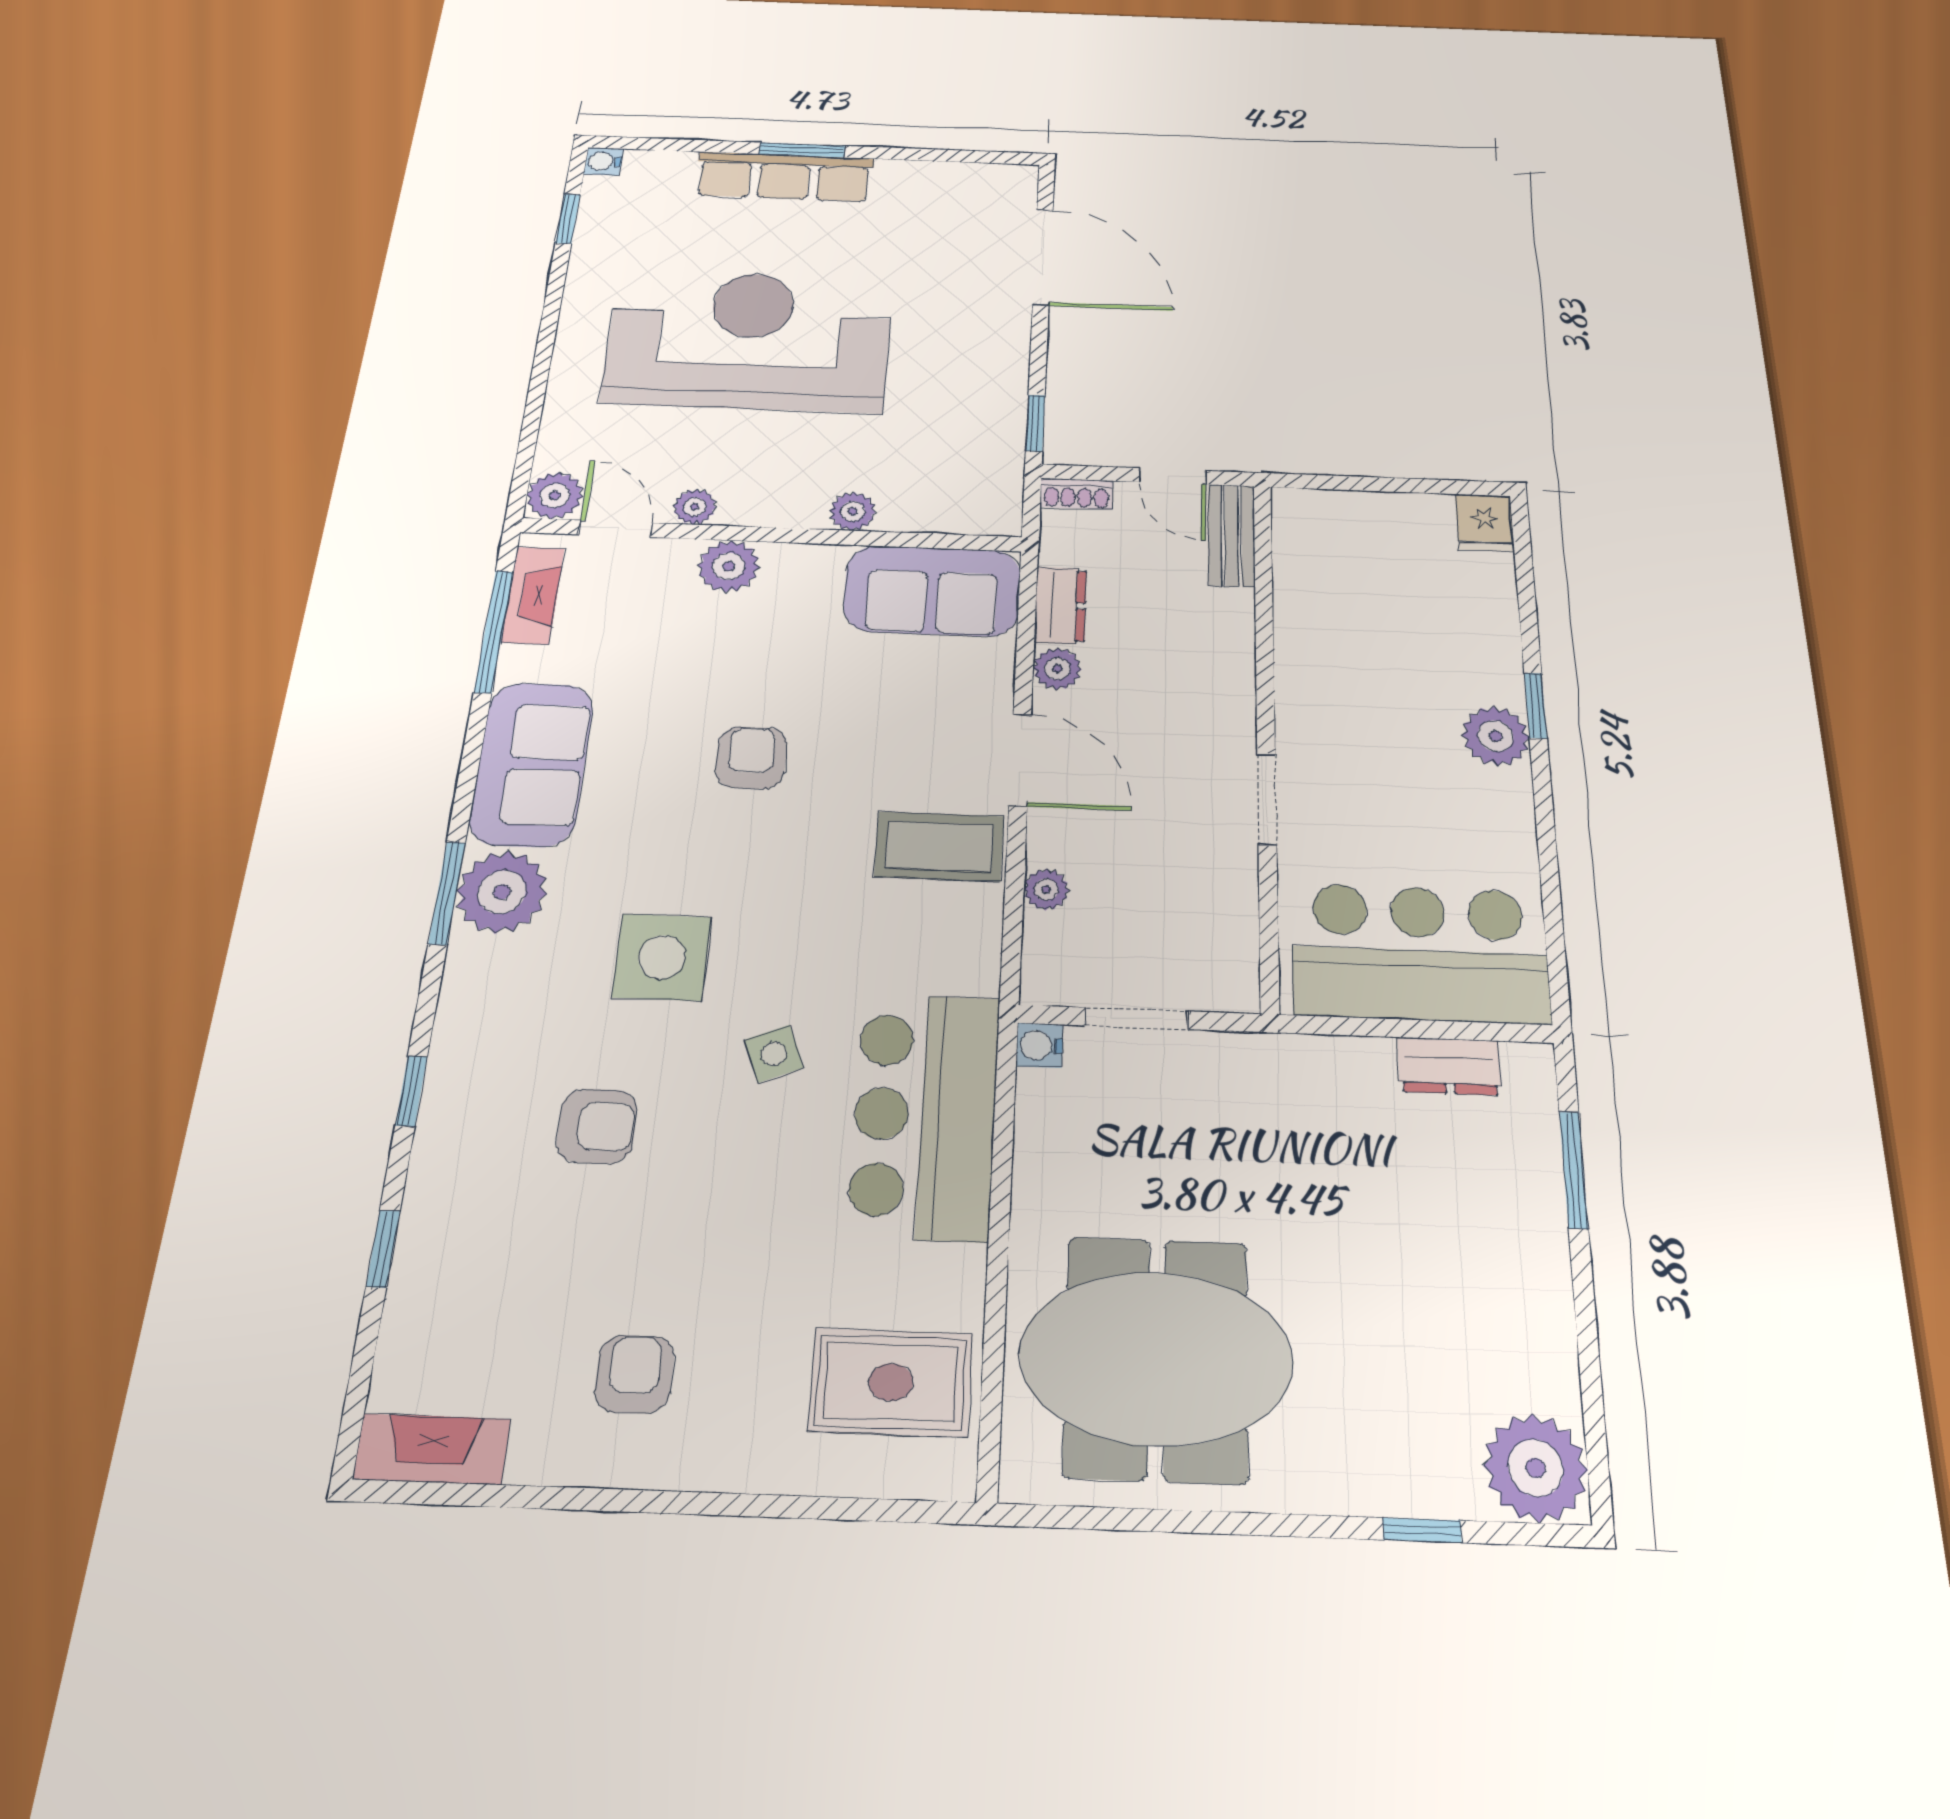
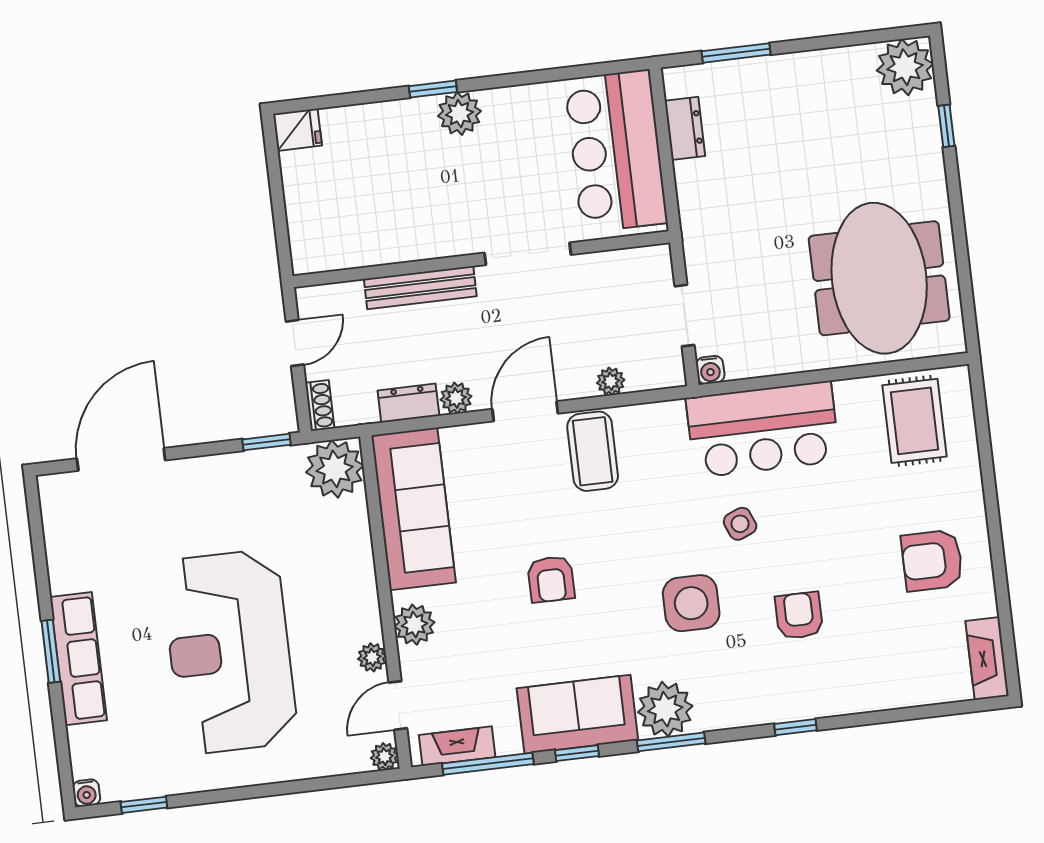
plant: (555, 495) -> (384, 757), width x0.73, depth x0.73
plant: (853, 511) -> (335, 469), moved, width x1.87, depth x1.87
bench: (1232, 535) -> (420, 288), moved, width x1.36
sofa: (932, 591) -> (414, 509), width x1.36
armchair: (751, 758) -> (551, 579), turned -90
doorway: (1267, 799) -> (528, 254), width x1.38
window: (383, 1249) -> (577, 753), moved
armchair: (635, 1374) -> (932, 560), width x1.38, depth x1.38

